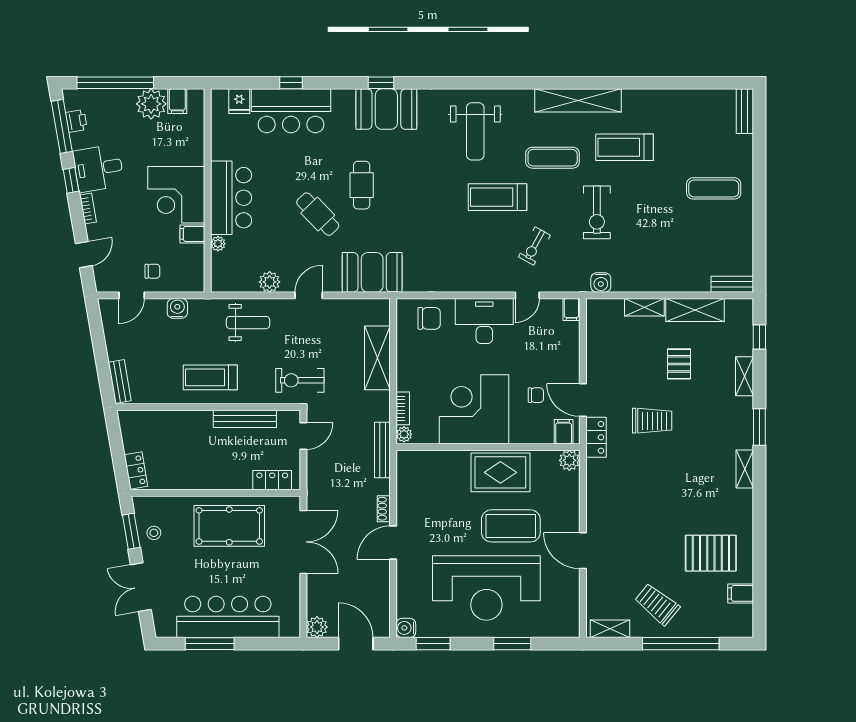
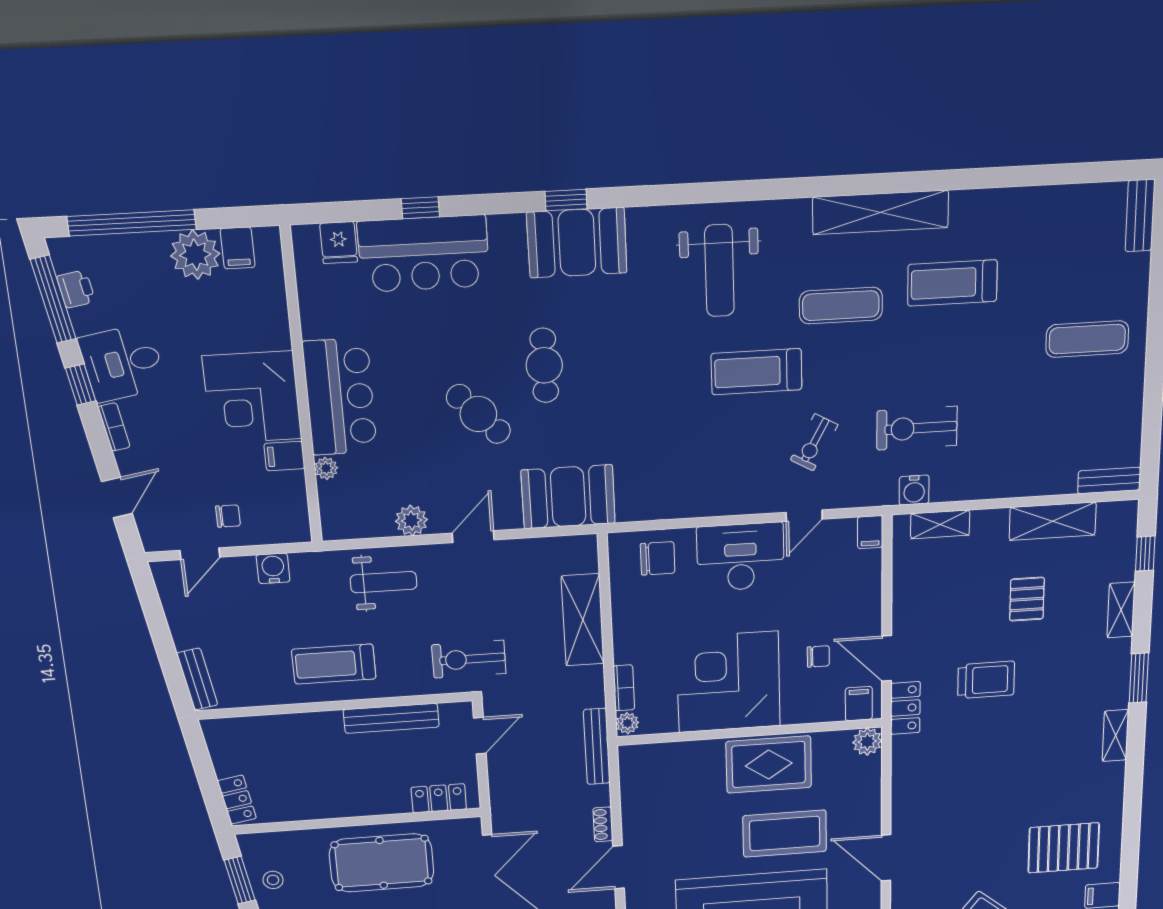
exercise bike: (597, 212) -> (917, 428), moved, turned 90
shelving: (644, 307) -> (940, 524), moved

